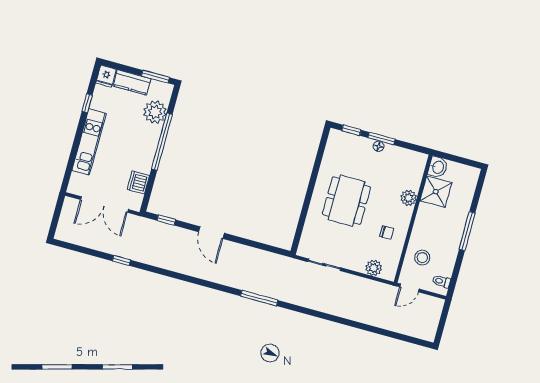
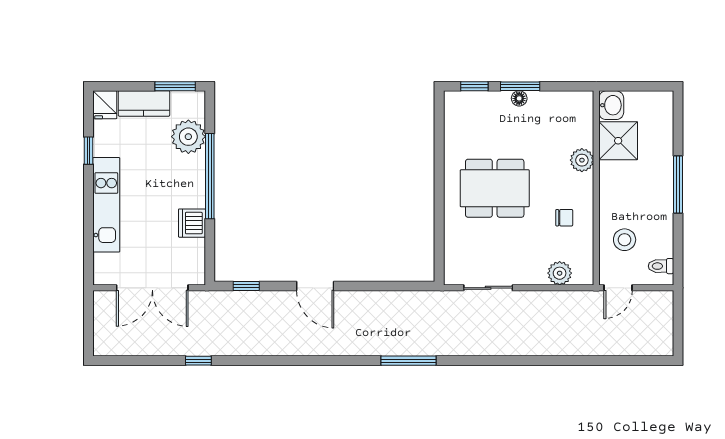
dishwasher: (138, 182) -> (192, 223), moved
dining table: (346, 201) -> (495, 188), turned 90

